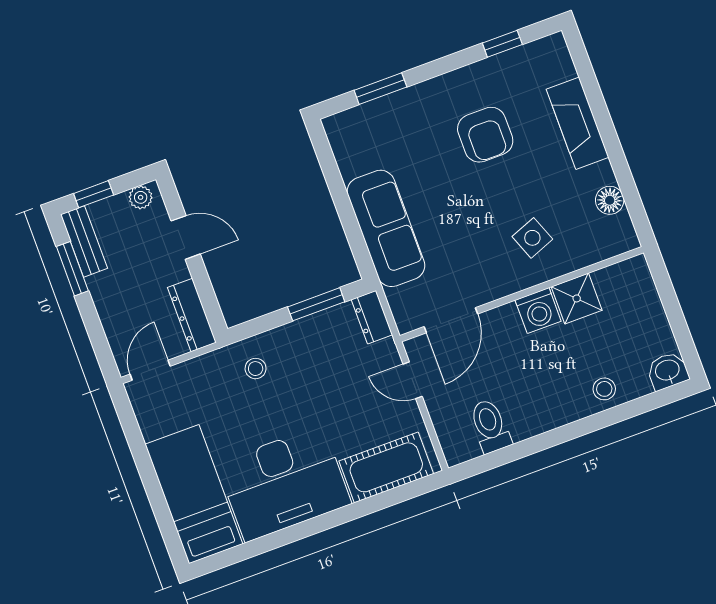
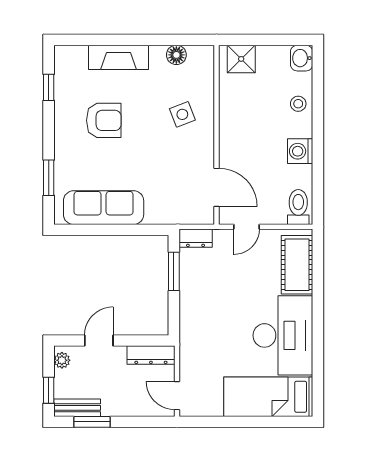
sofa: (386, 228) -> (104, 208), moved
shower: (577, 298) -> (241, 59), moved
washing machine: (538, 311) -> (300, 151), moved, turned 180
stool: (256, 369) -> (201, 326), removed
toilet: (490, 426) -> (298, 207), moved, turned 90

